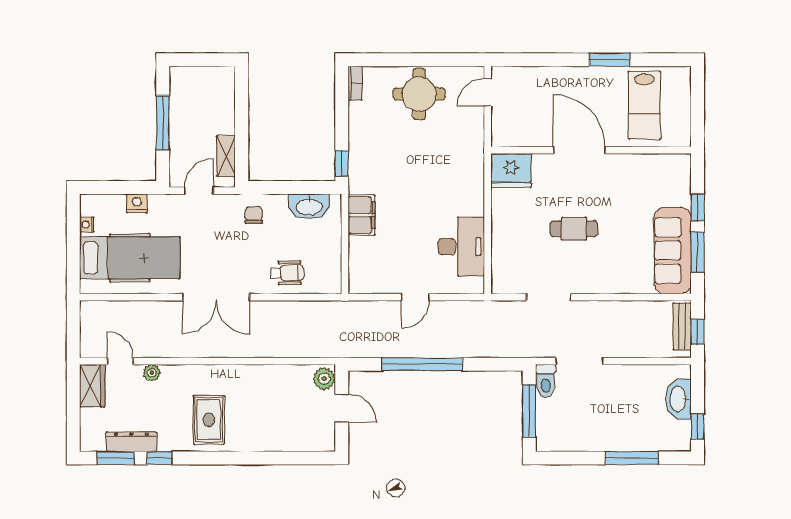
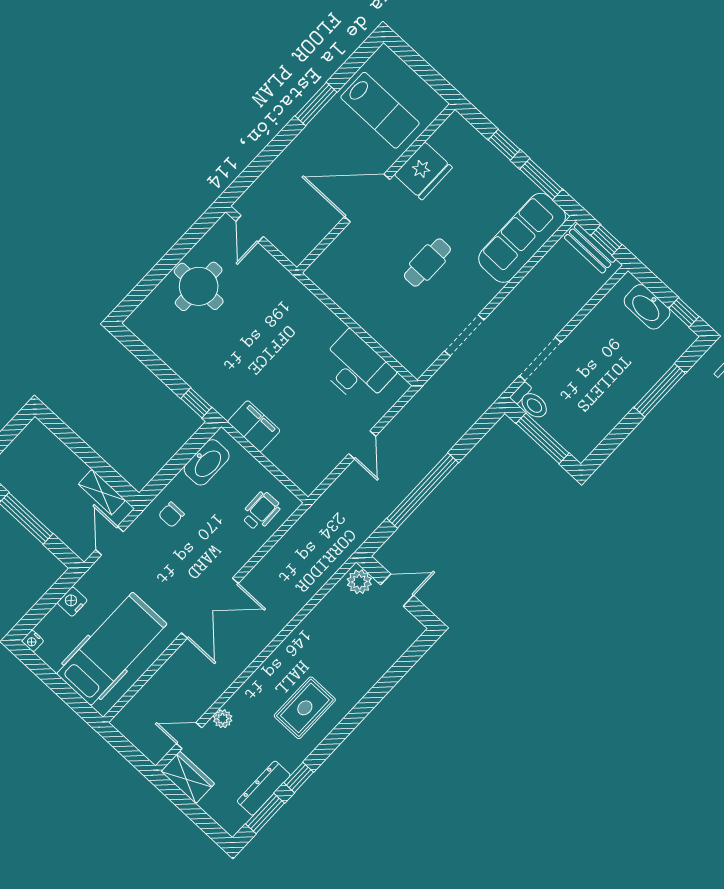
bookcase: (355, 83) -> (141, 331), removed
fridge: (511, 170) -> (423, 171), moved
chair: (254, 215) -> (171, 515), turned -90
nightstand: (87, 225) -> (33, 641), moved
sofa: (673, 251) -> (522, 238), moved, turned 90
wheelchair: (287, 273) -> (261, 511), moved
rug: (209, 420) -> (305, 708), turned 90

